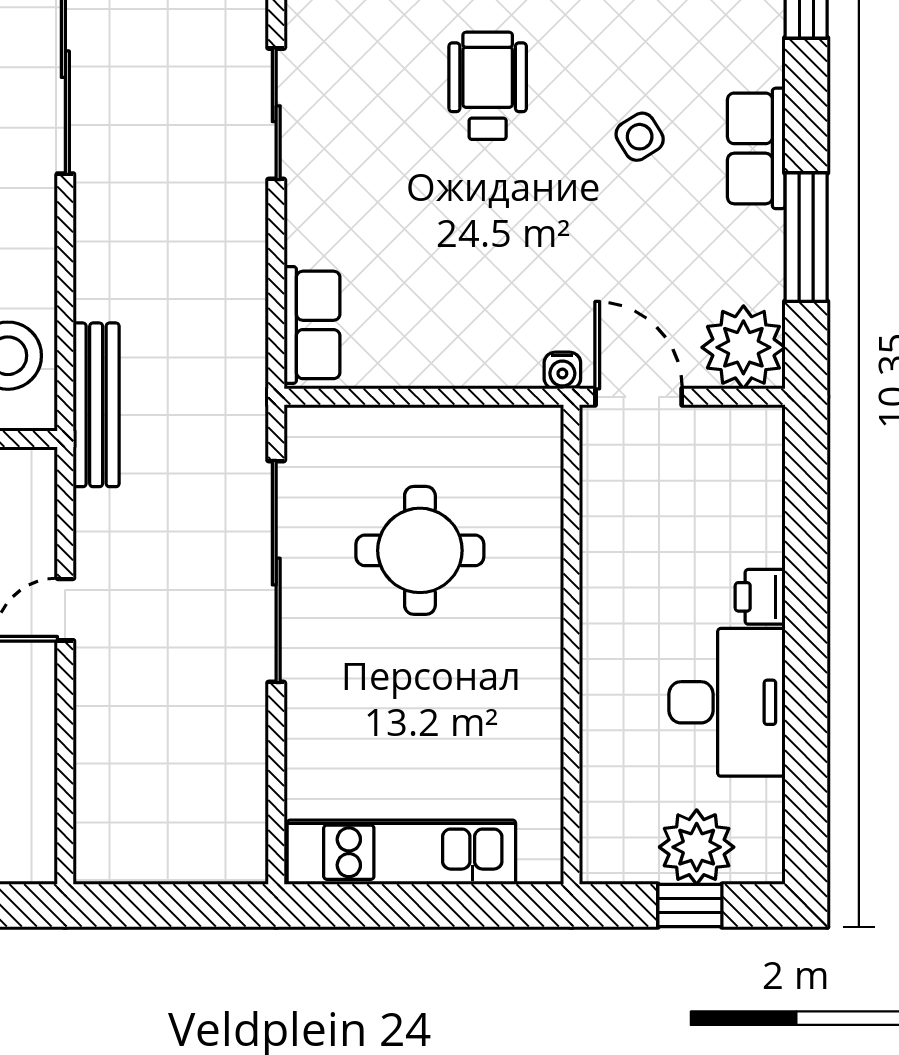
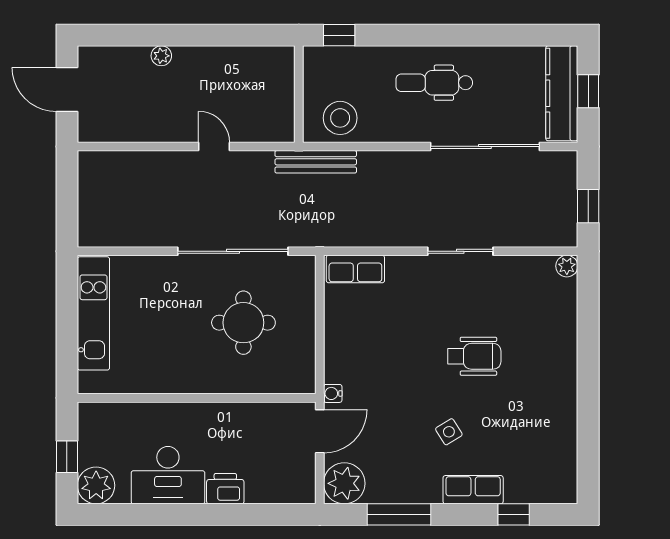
row of seats: (756, 148) -> (473, 490), moved
printer: (760, 597) -> (225, 489), width x1.36, depth x1.24
plant: (697, 847) -> (96, 485), moved

